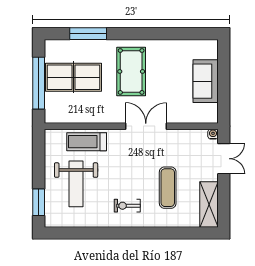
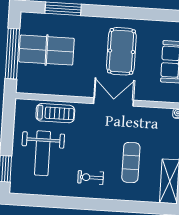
pool table: (131, 71) -> (121, 51), moved
treadmill: (87, 142) -> (55, 113), turned 180

